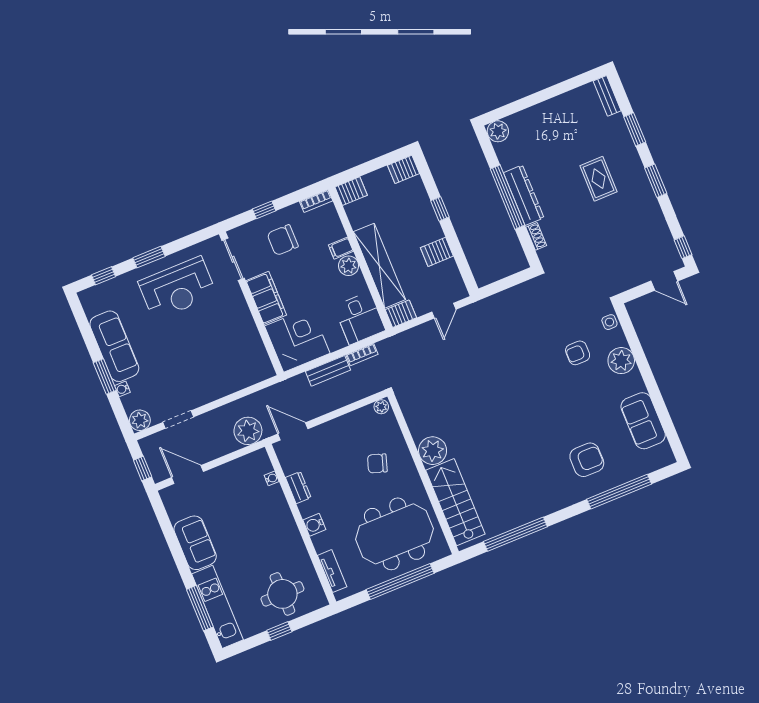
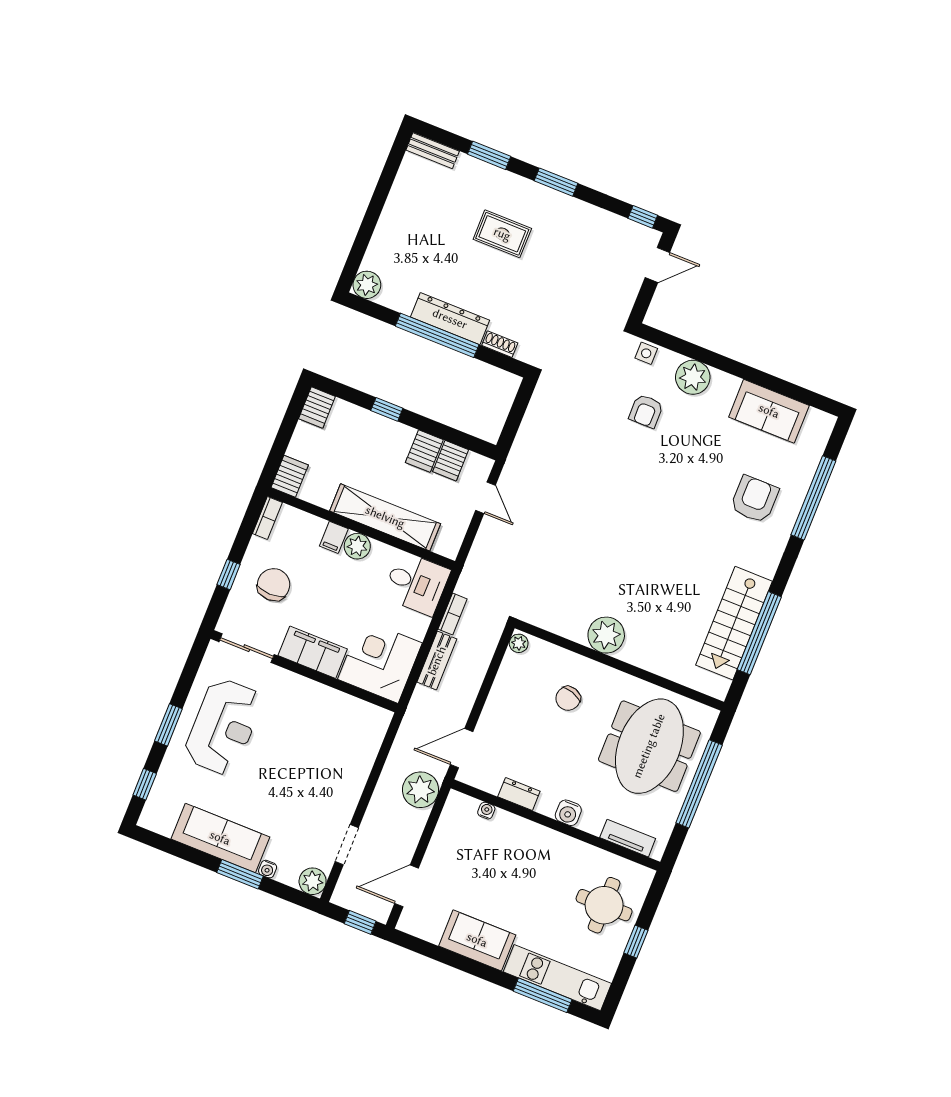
chair: (283, 240) -> (274, 585), turned 180
server rack: (401, 314) -> (451, 461), moved, turned 180
stairs: (455, 502) -> (734, 623), moved, turned -90

